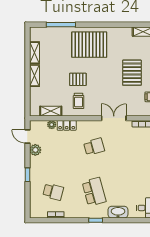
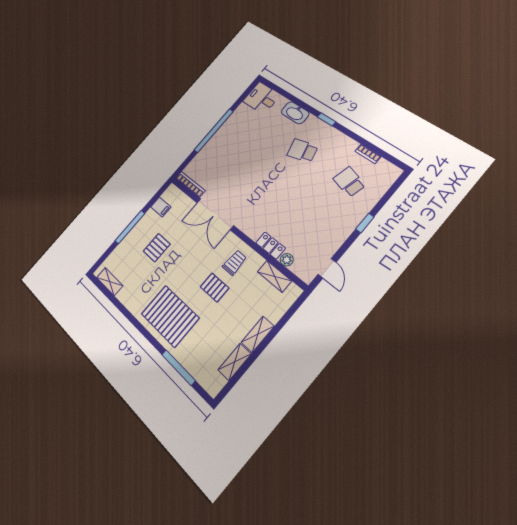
pallet: (132, 73) -> (157, 248), width x0.67, depth x0.71
double door: (114, 118) -> (215, 214), width x1.37
school desk: (94, 147) -> (261, 199), removed
plant: (35, 150) -> (331, 245), removed
school desk: (94, 192) -> (302, 151), width x0.54

